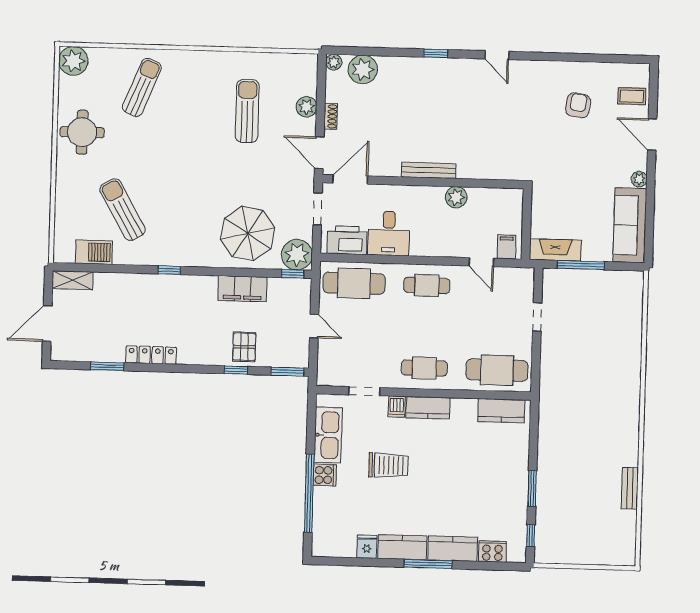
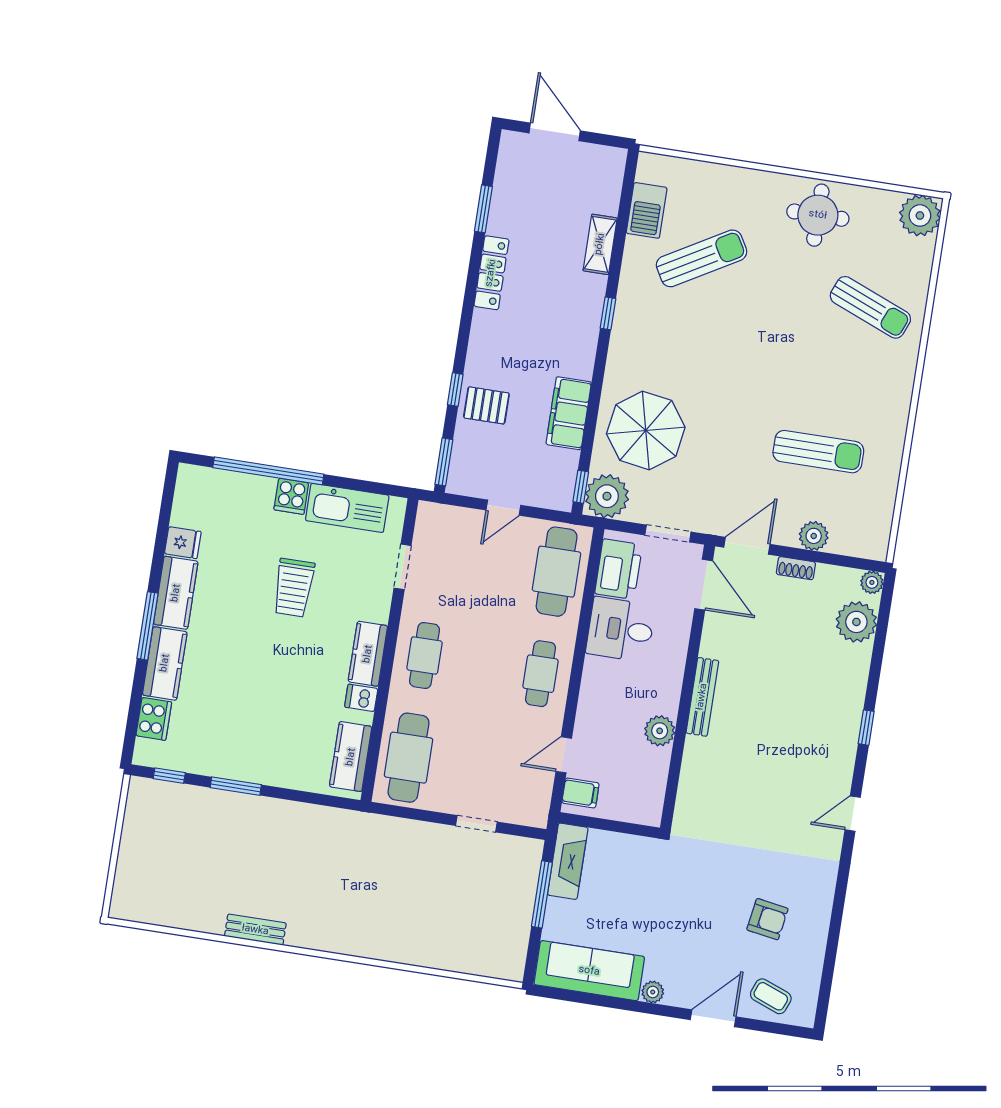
coffee table: (632, 96) -> (771, 996), turned -69
shelving: (73, 280) -> (600, 244), moved
dishwasher: (397, 407) -> (361, 698), moved
bench: (630, 488) -> (255, 930), moved

